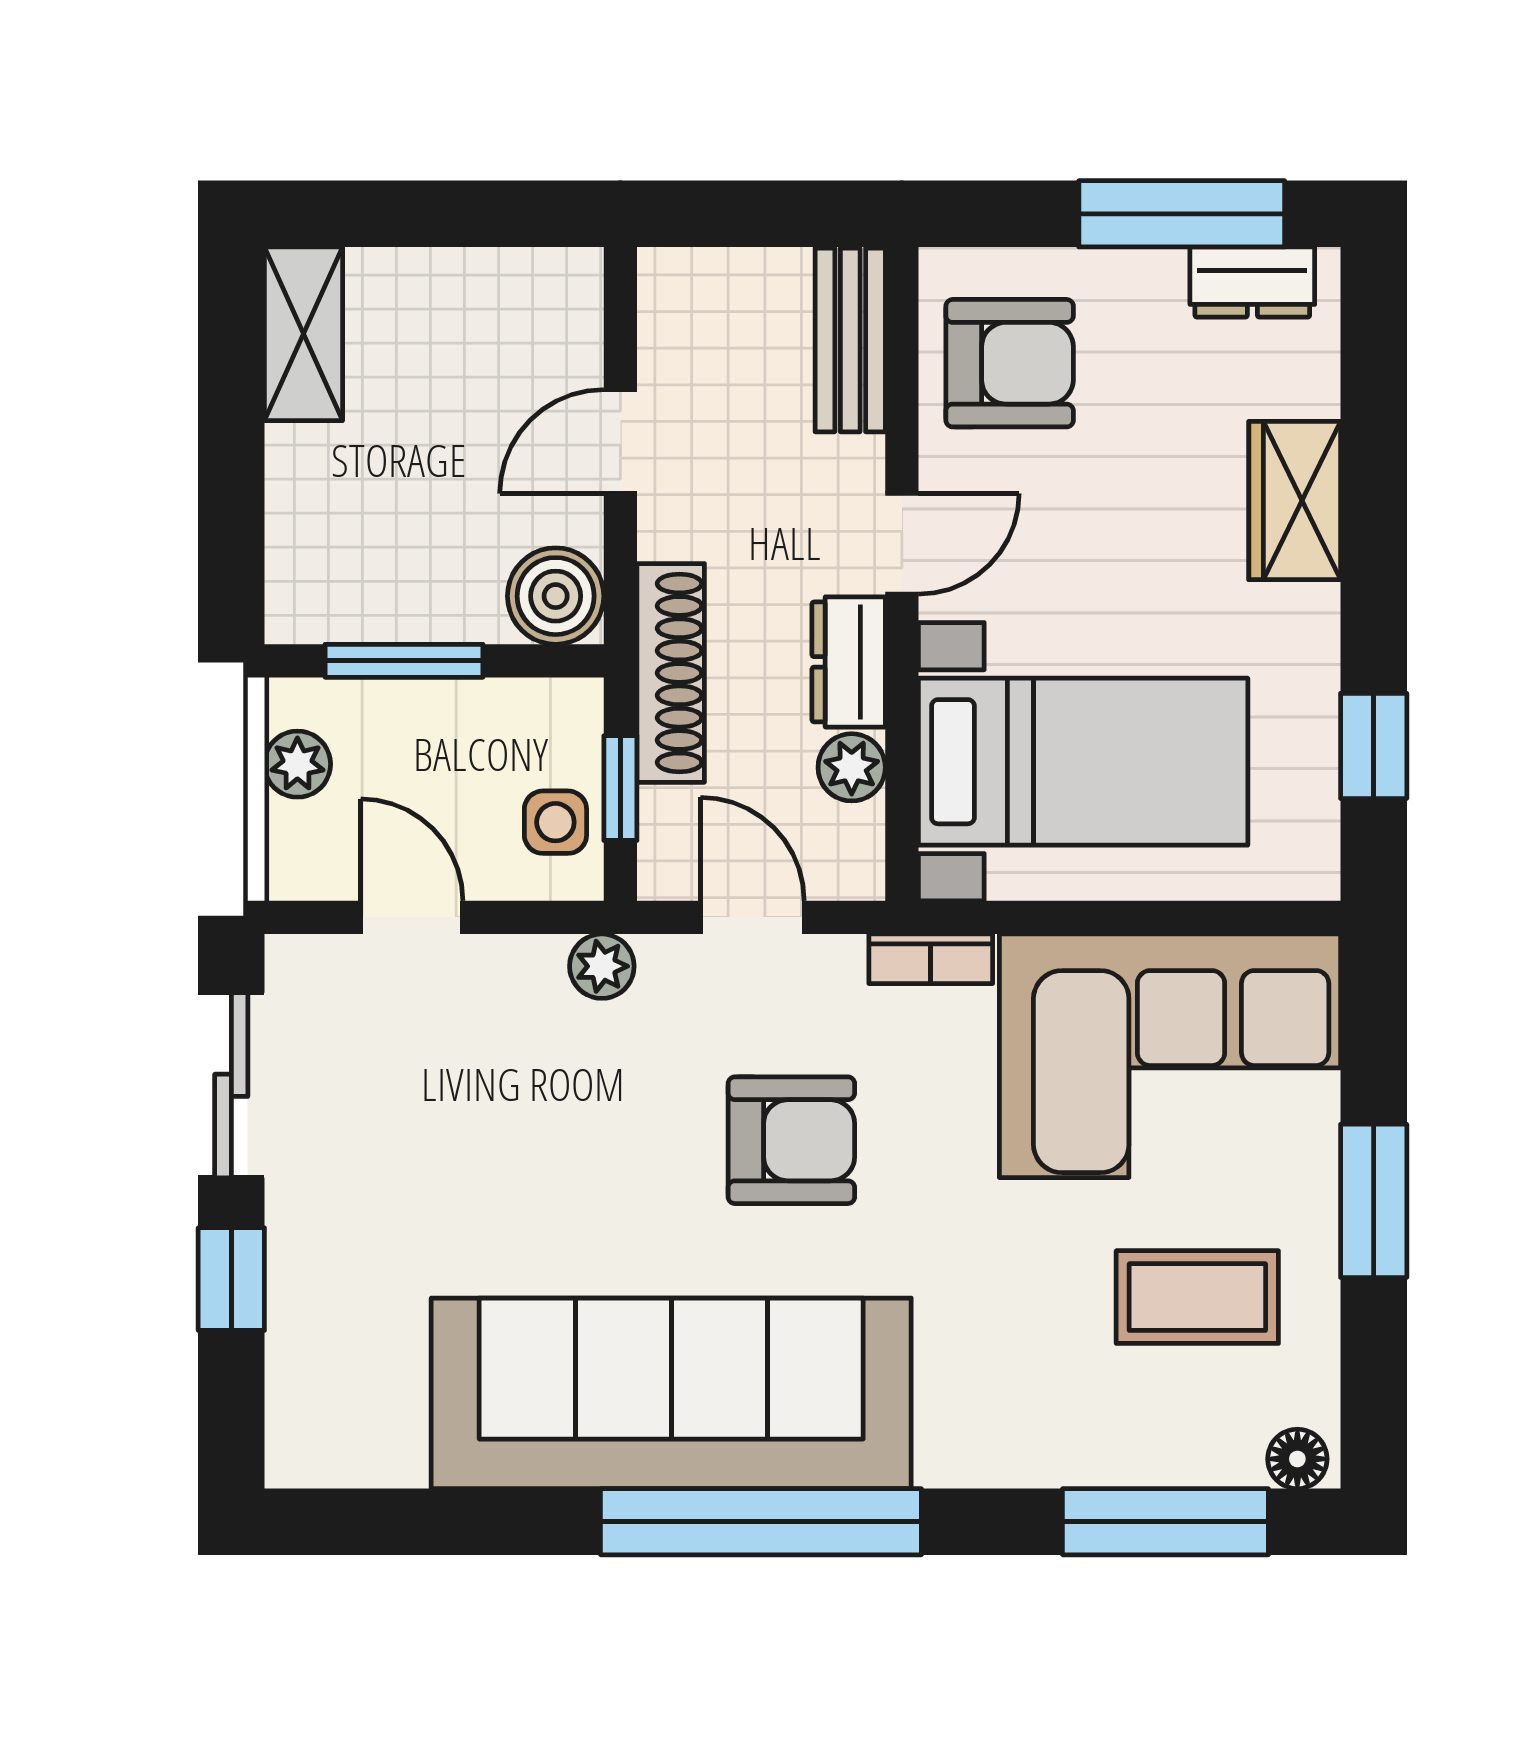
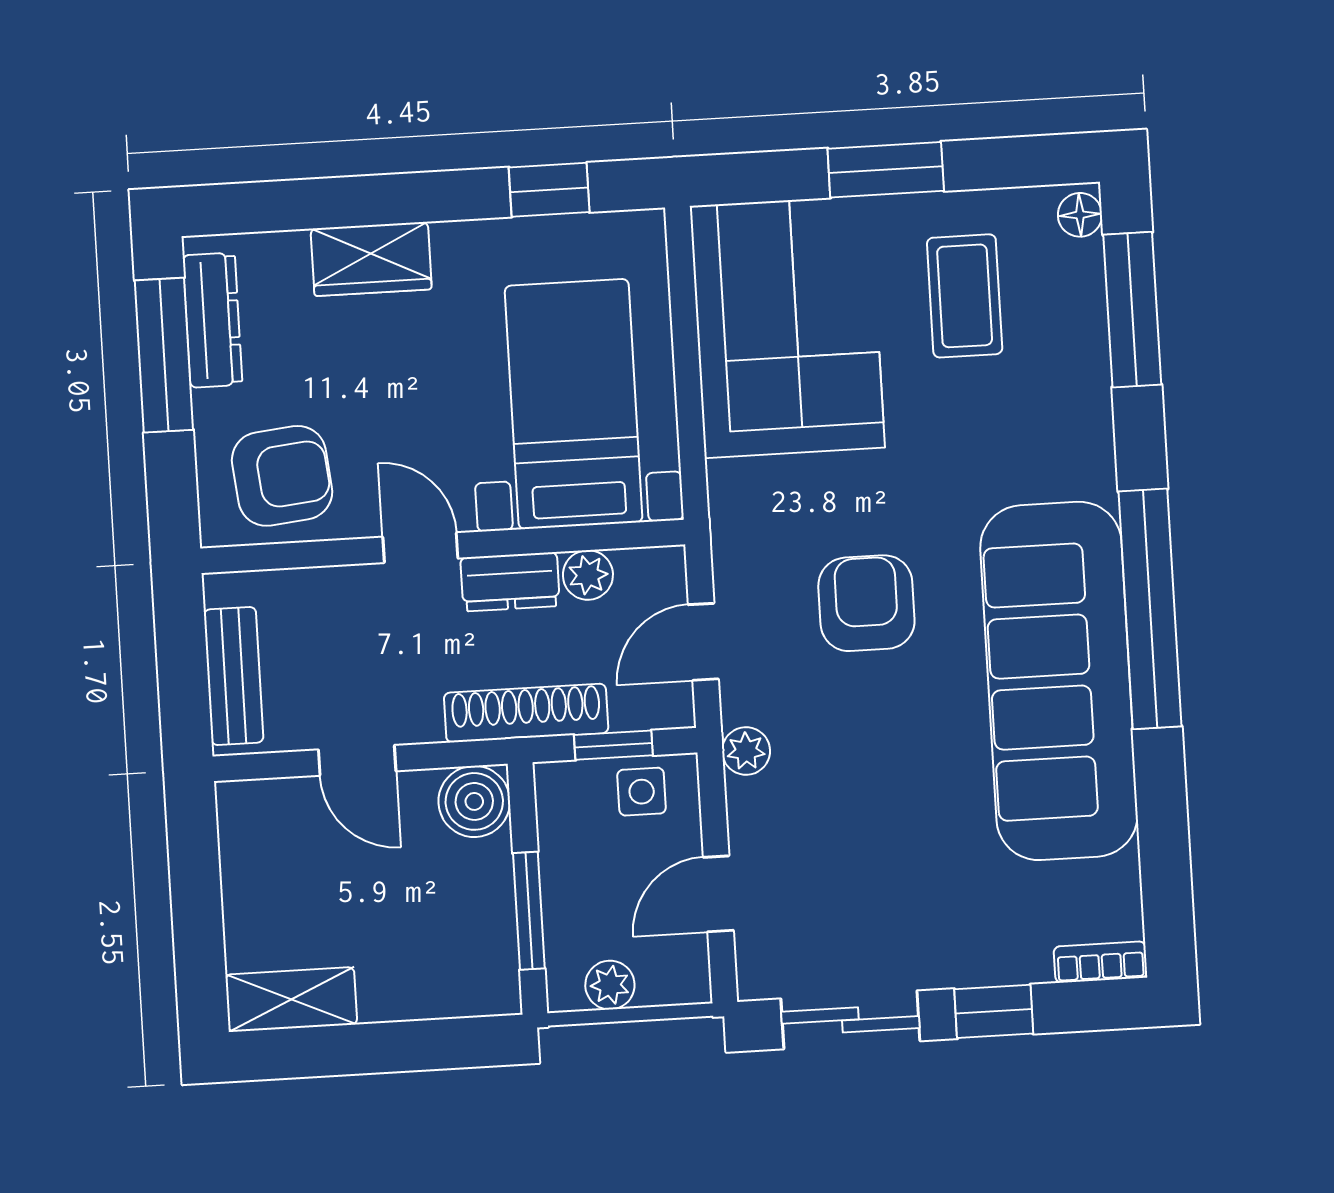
dresser: (1252, 282) -> (212, 320), width x1.44
bench: (850, 340) -> (234, 676), moved, turned 90
armchair: (1010, 363) -> (282, 476), turned 84
bookcase: (931, 959) -> (1100, 962), moved, turned -90

